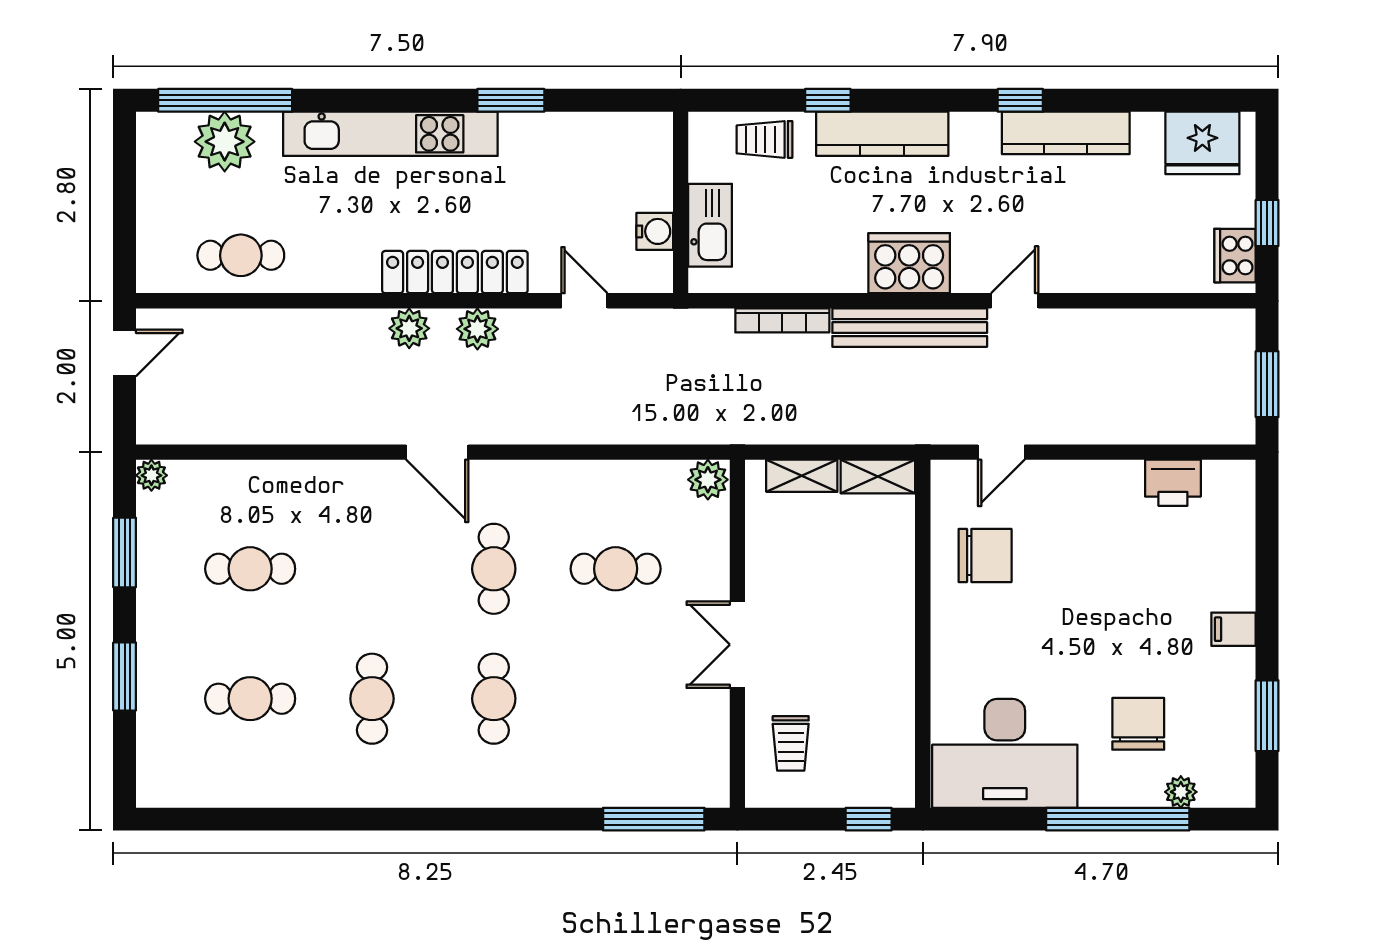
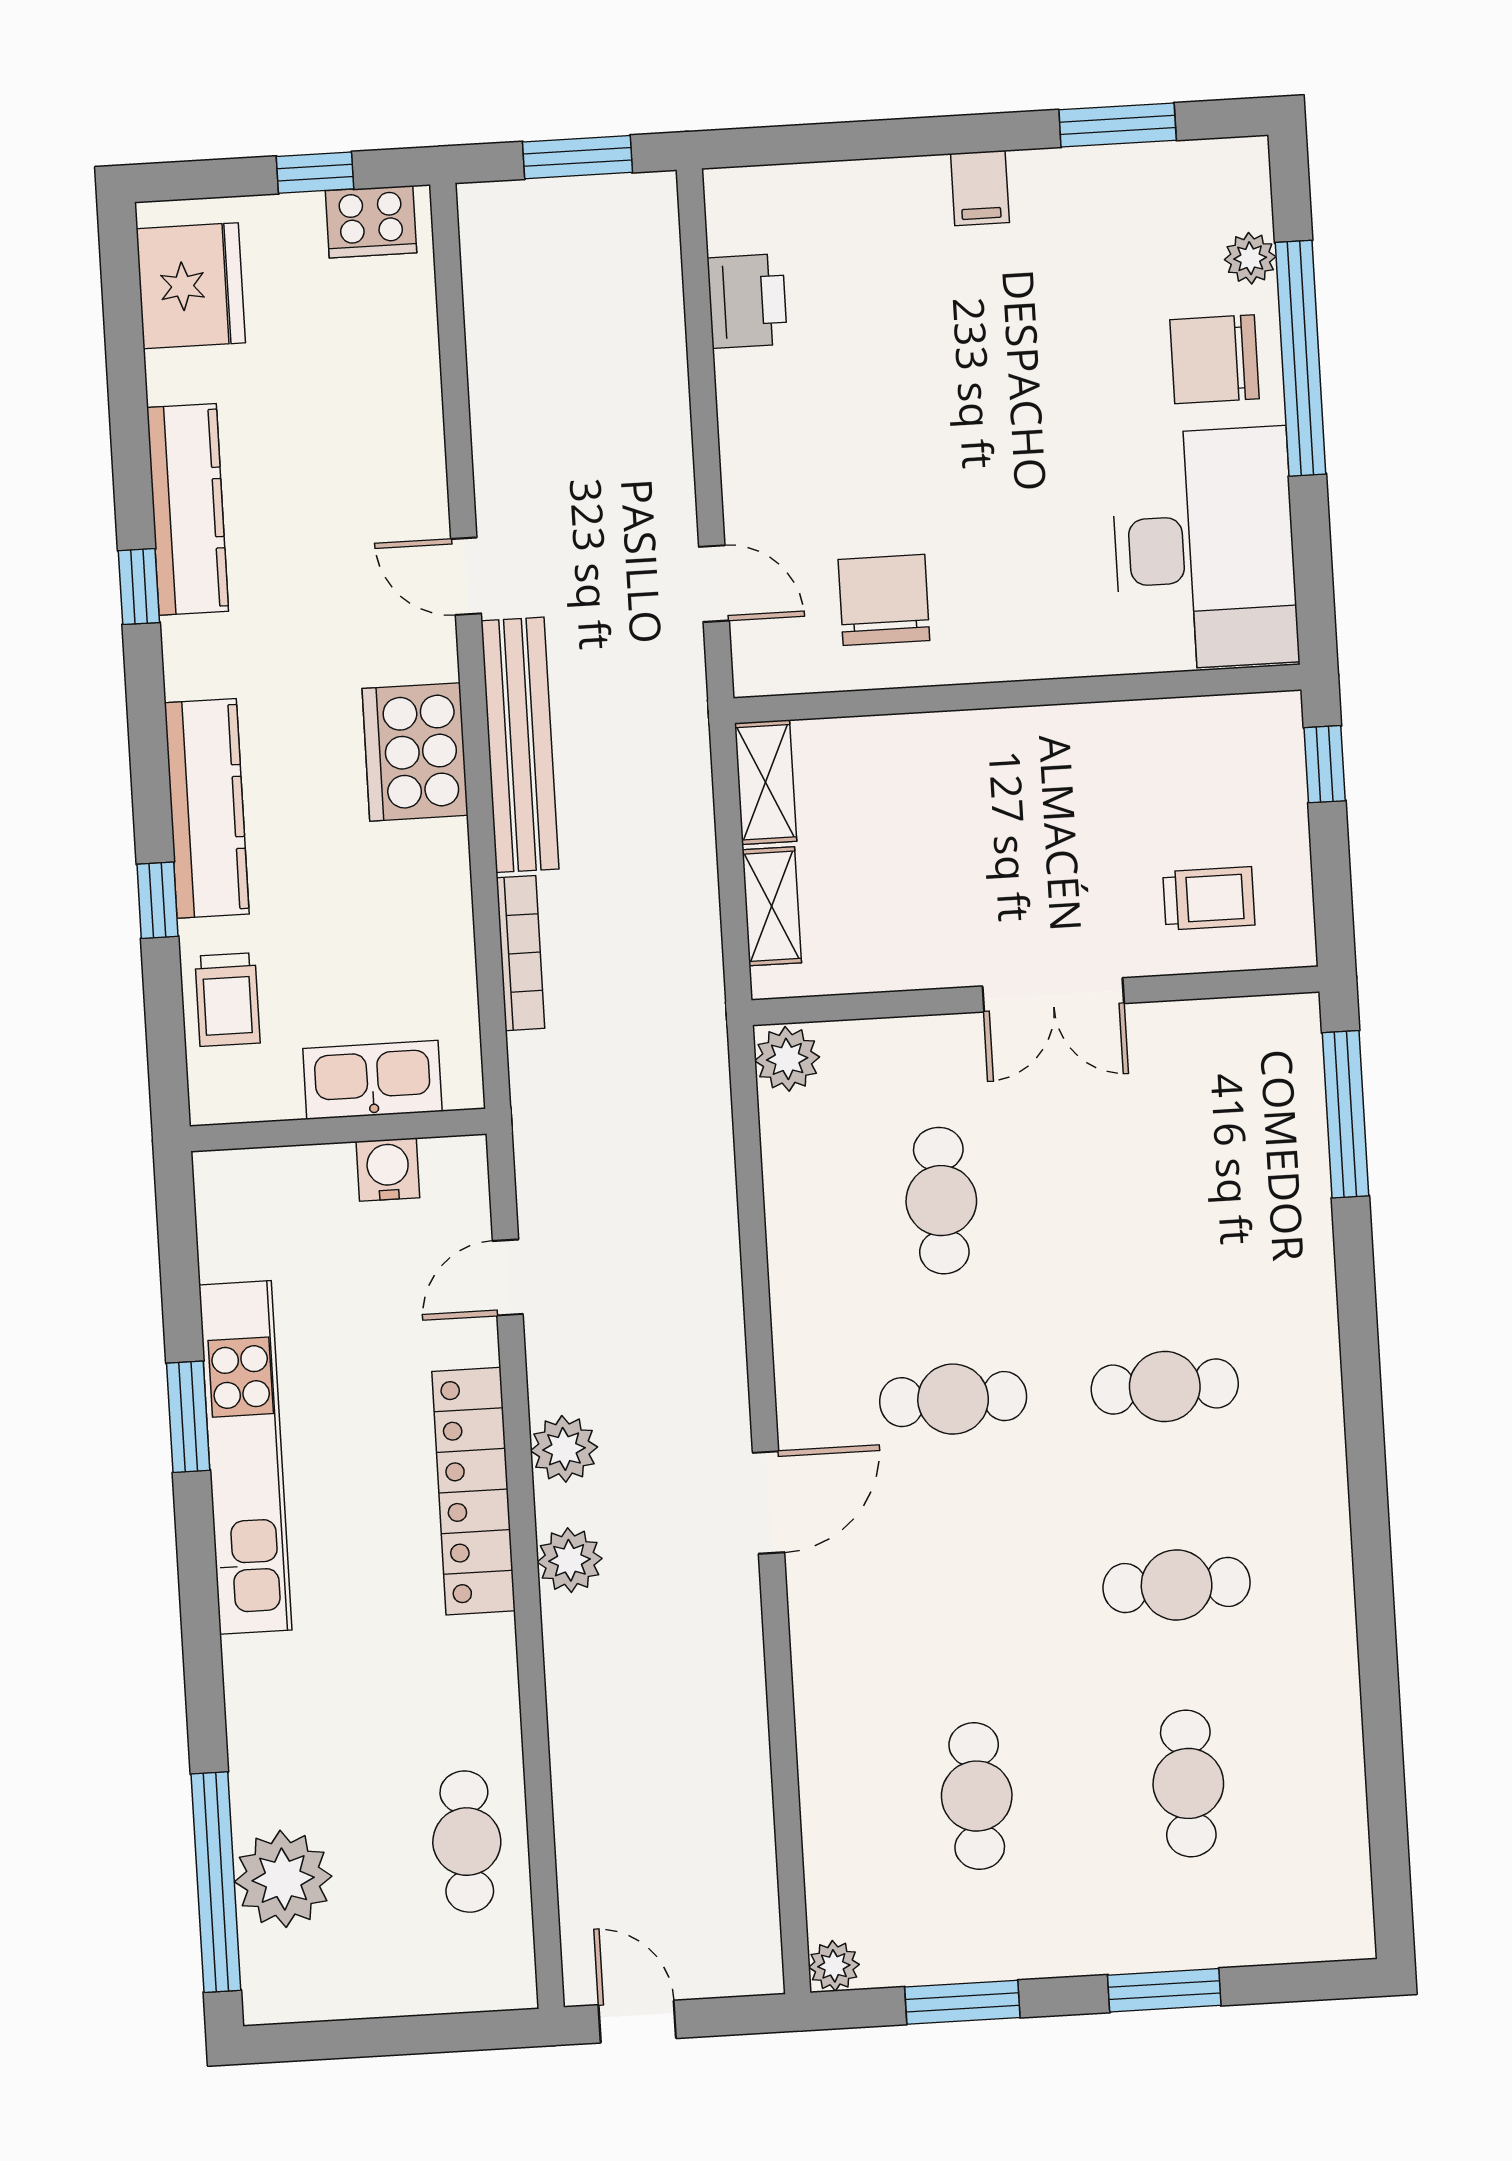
kitchen unit: (390, 134) -> (245, 1457), moved
chair: (1138, 724) -> (1215, 359), moved

